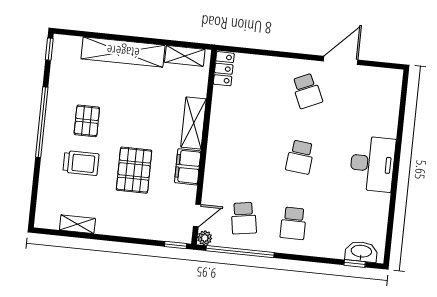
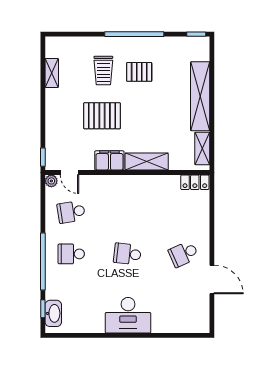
window: (240, 252) -> (43, 261), moved

